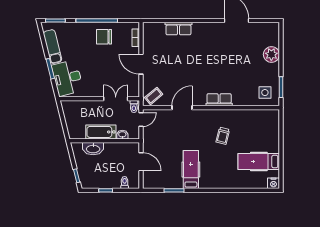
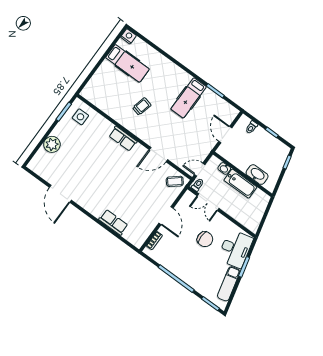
chair: (104, 37) -> (205, 239), moved

